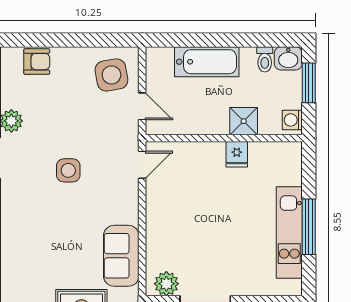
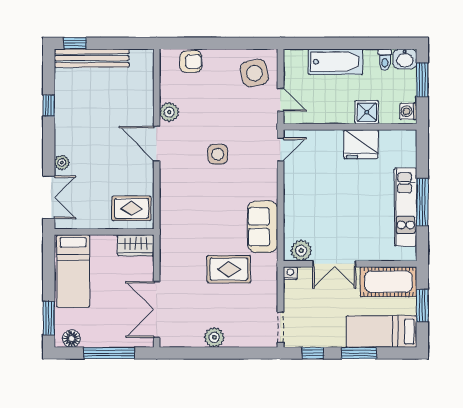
fridge: (237, 154) -> (361, 144), width x1.88, depth x1.34

